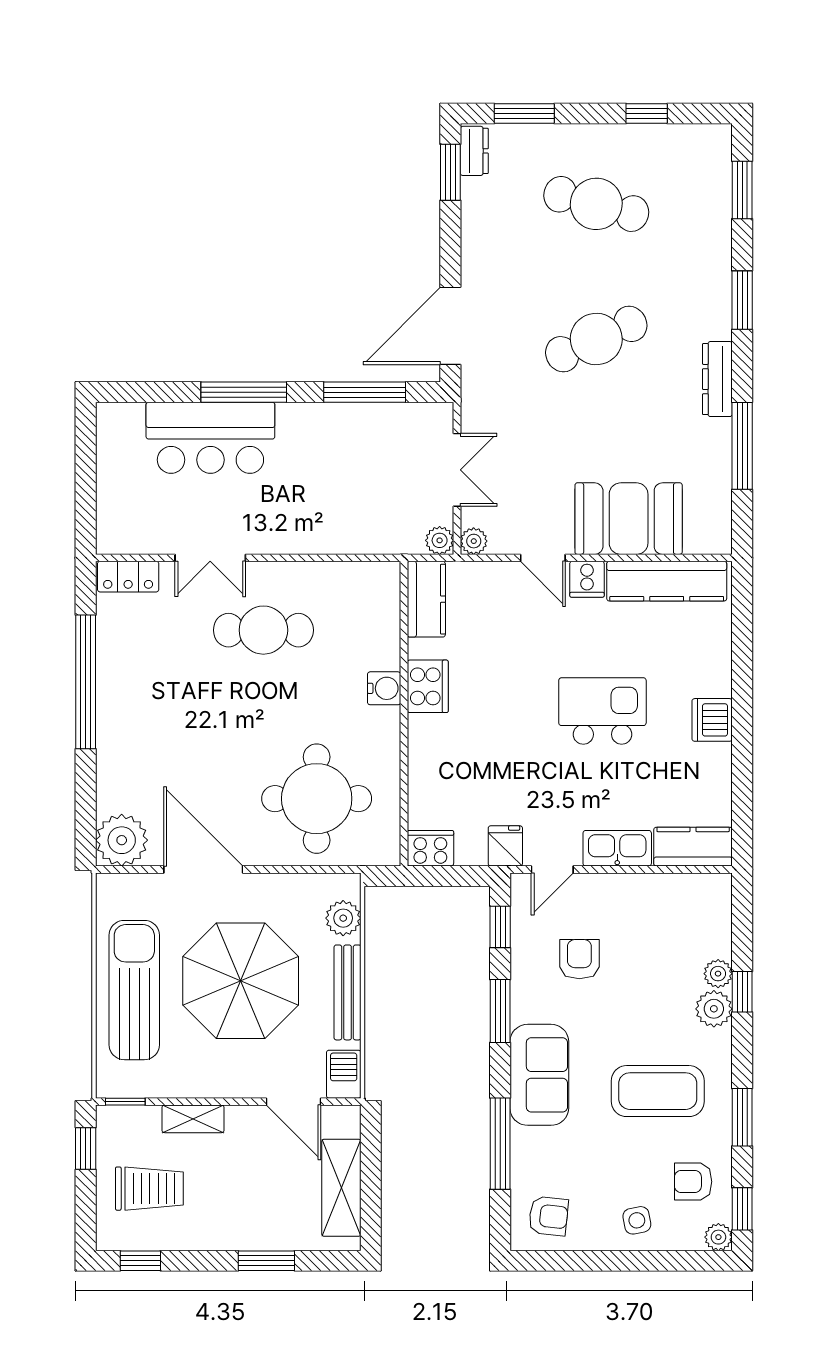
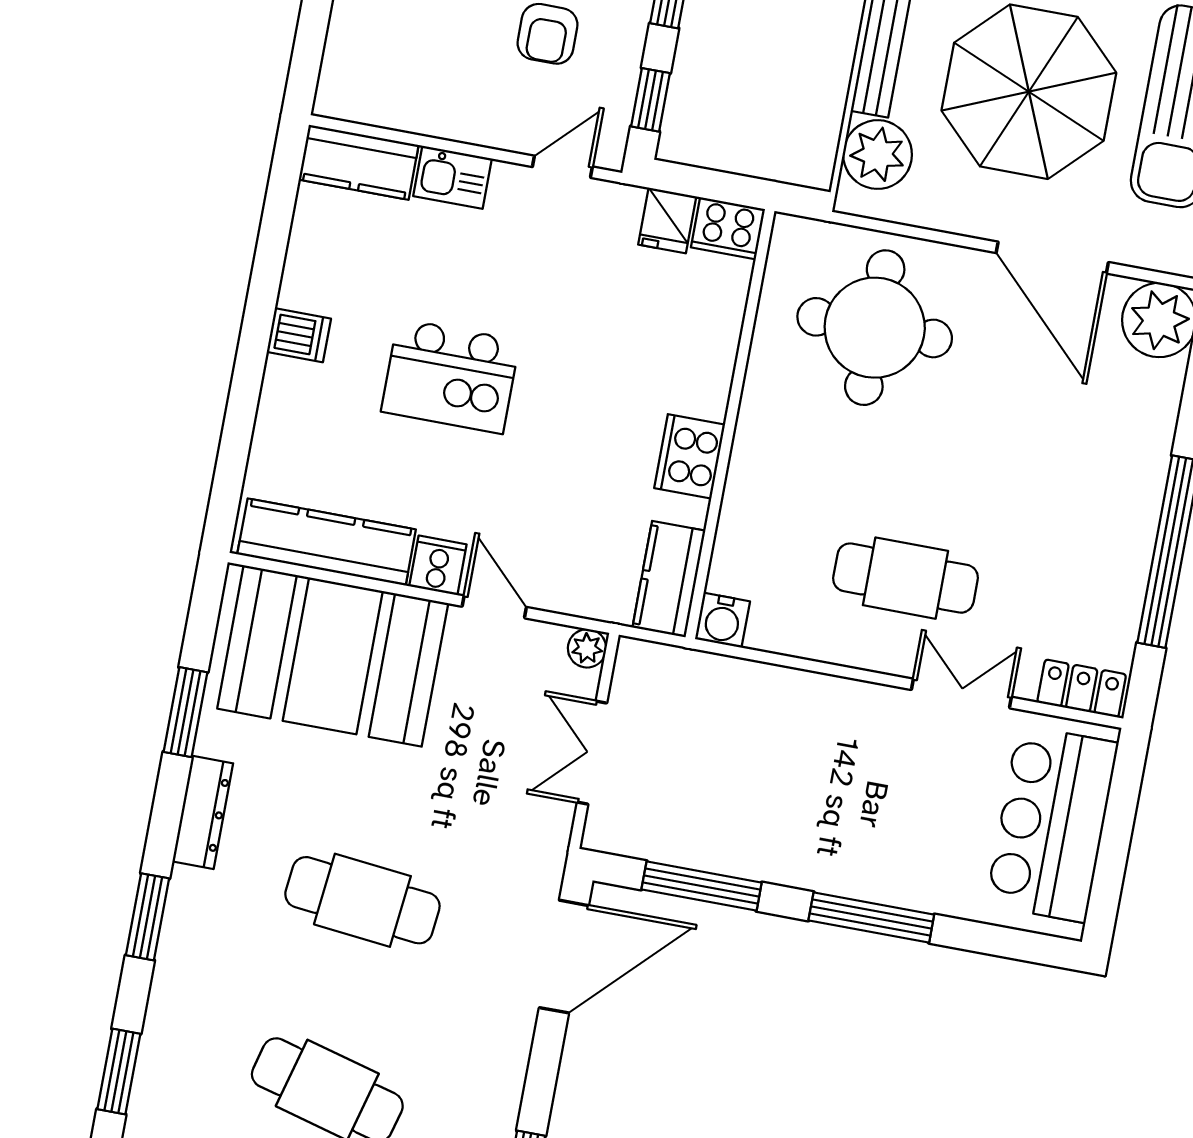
cafe table: (596, 339) -> (362, 900), turned 30
bar counter: (210, 438) -> (1052, 824), moved, turned -90
window: (742, 446) -> (185, 712), width x0.69
booth: (629, 519) -> (333, 656), width x1.36, depth x1.42
plant: (440, 540) -> (635, 658), removed
water cooler: (384, 688) -> (723, 620), moved, turned -90
dishwasher: (712, 720) -> (299, 335), width x0.73
fridge: (505, 846) -> (667, 220), moved
kitchen sink: (617, 848) -> (453, 177), width x0.73
plant: (343, 918) -> (878, 155), width x1.36, depth x1.36

